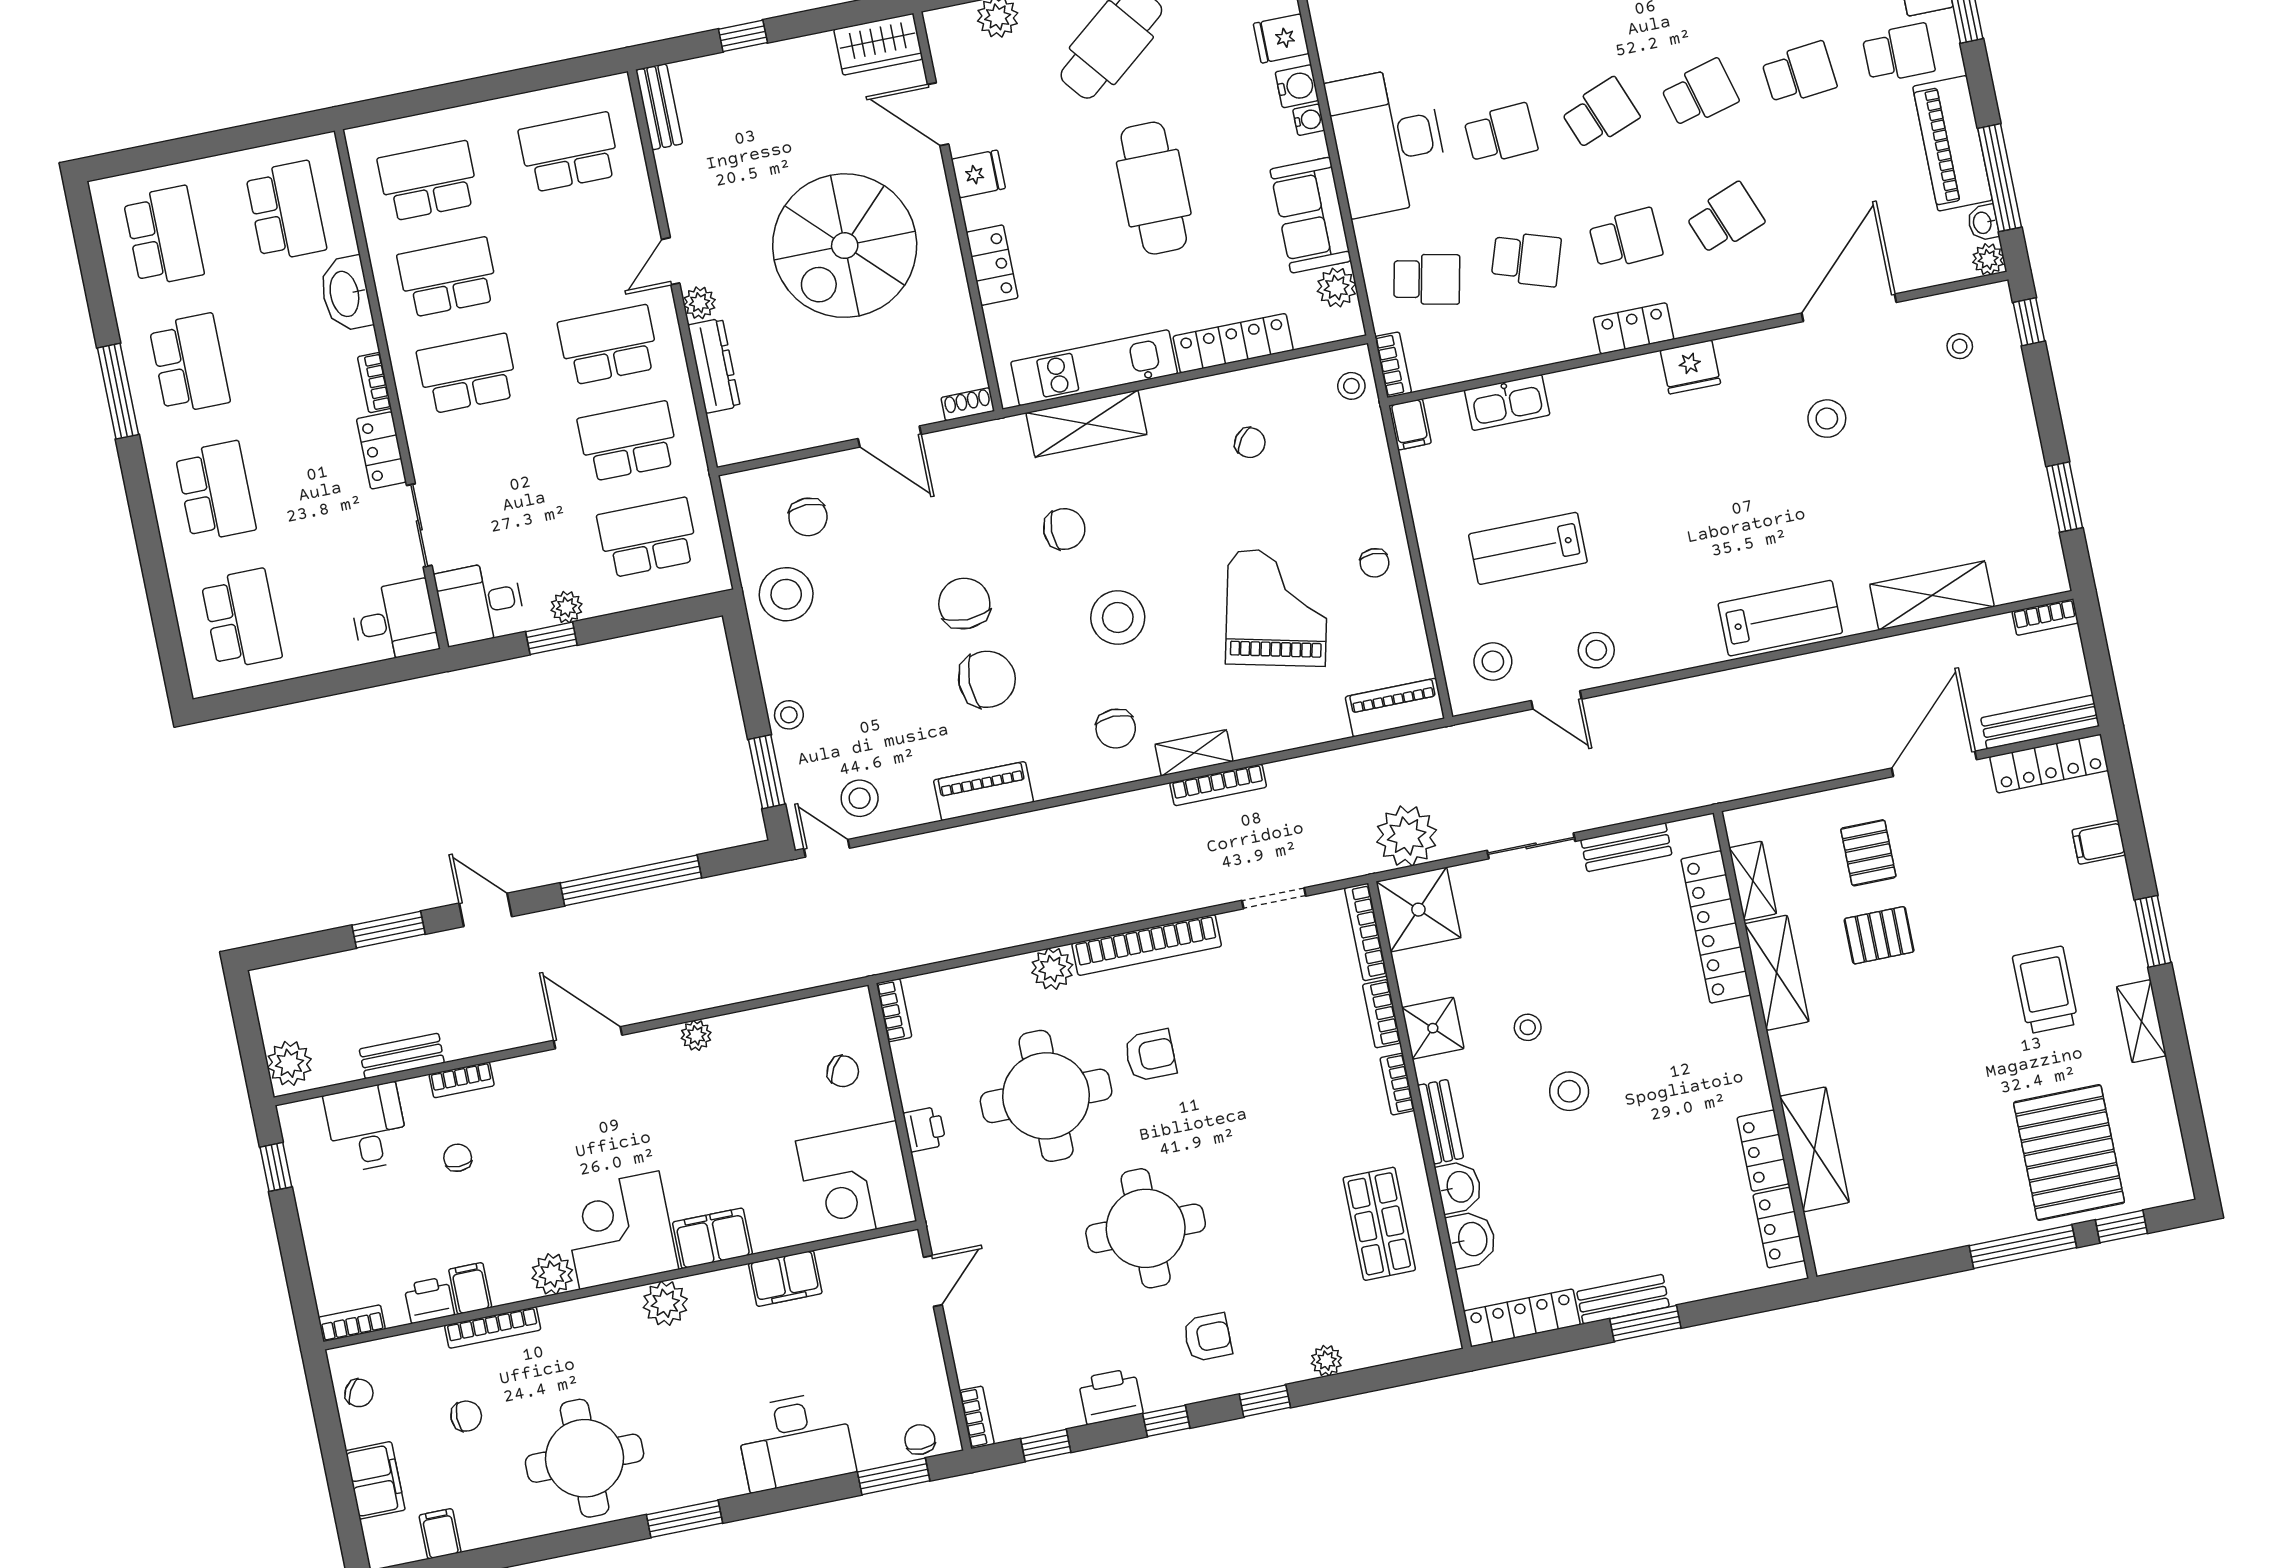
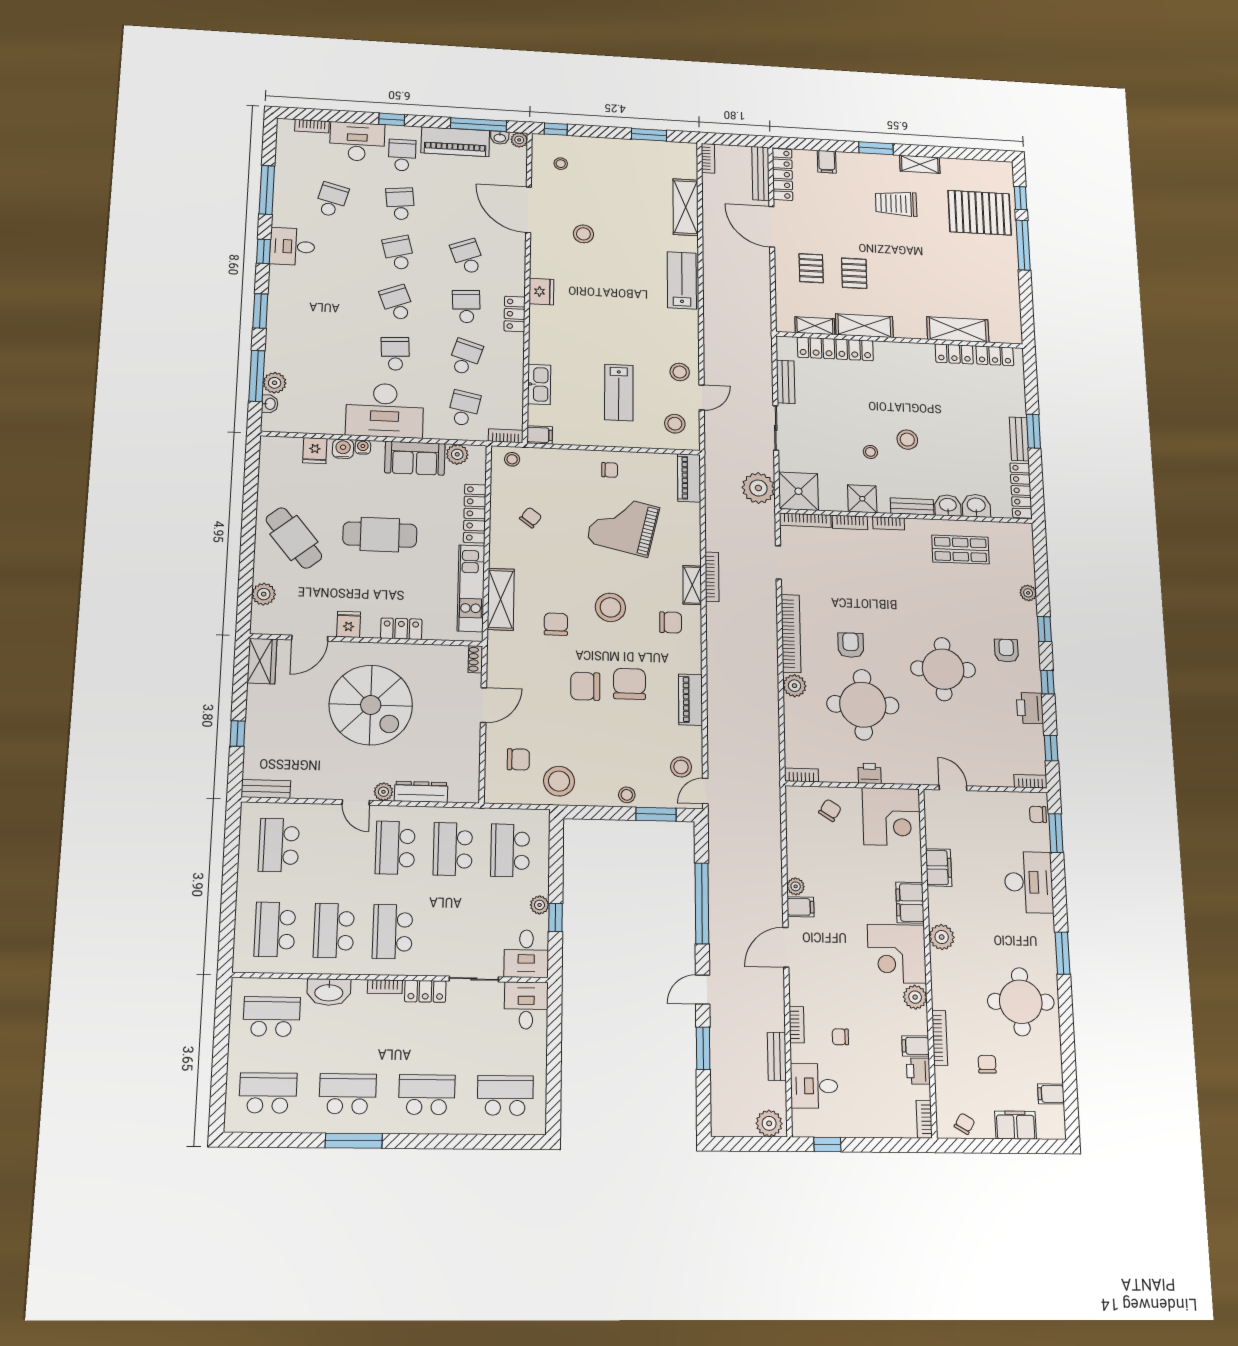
pallet: (1868, 853) -> (811, 268), turned 90
filing cabinet: (663, 1050) -> (800, 907), added

